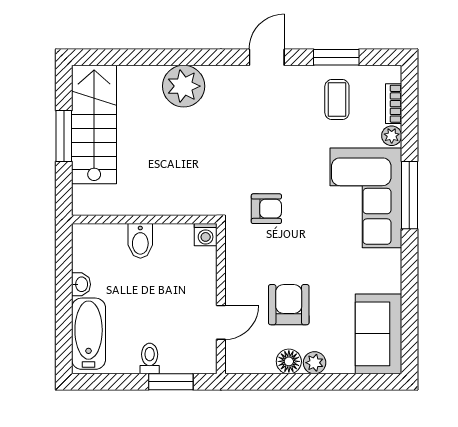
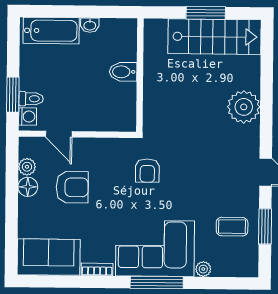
bookcase: (394, 104) -> (97, 269), moved
washing machine: (206, 235) -> (28, 117), moved, turned 180
toilet: (150, 358) -> (31, 99), moved
plant: (315, 363) -> (27, 167), moved

